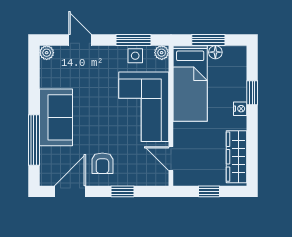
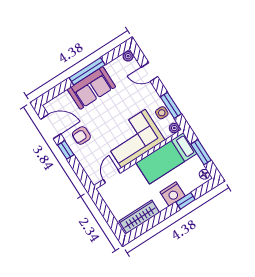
door: (80, 40) -> (149, 72), swing flipped
floor lamp: (215, 52) -> (204, 174), moved
nightstand: (240, 109) -> (173, 194), width x1.89, depth x1.79
window: (34, 140) -> (87, 71), moved
window: (123, 191) -> (66, 150), moved
window: (209, 191) -> (107, 213), removed

